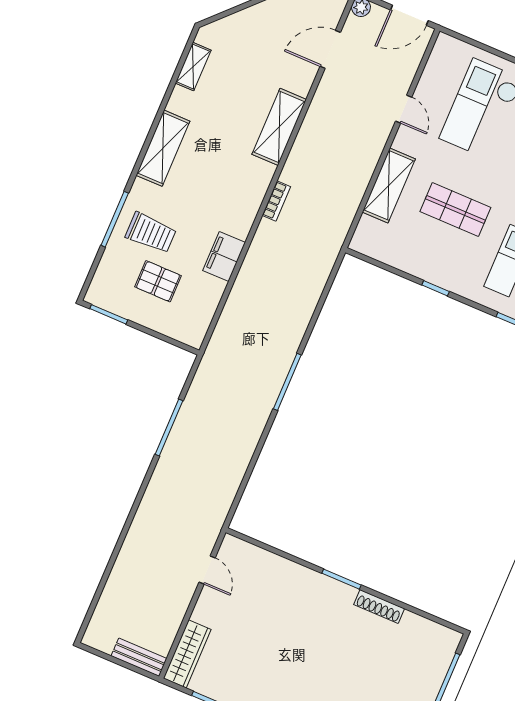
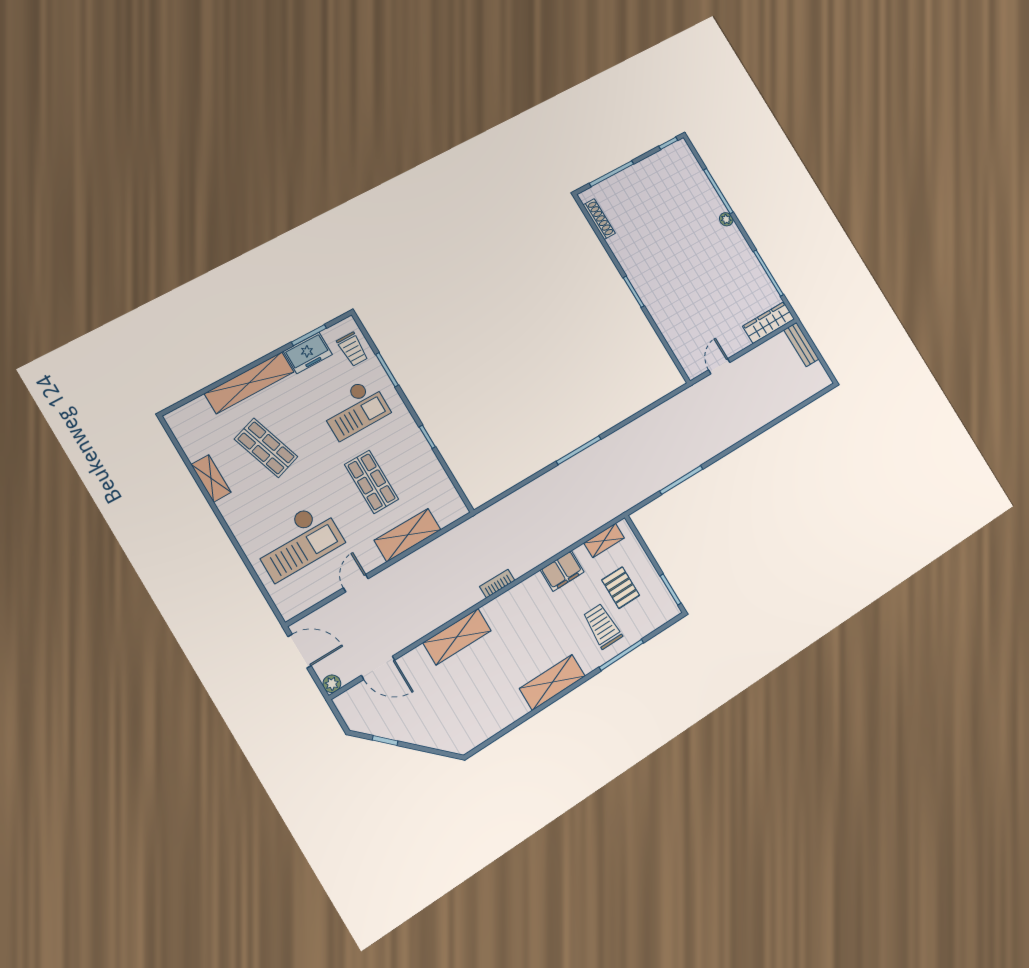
shelving: (193, 67) -> (604, 540), moved
shoe rack: (379, 607) -> (599, 219), moved

